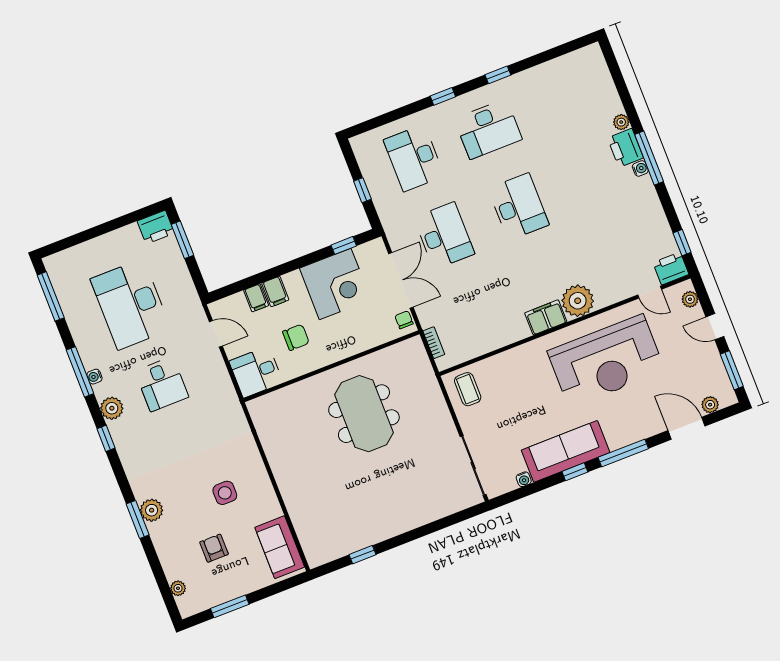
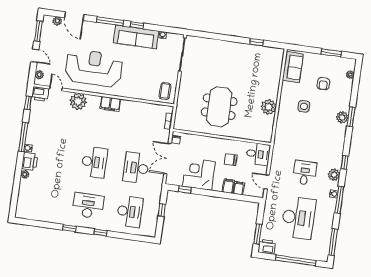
window: (649, 158) -> (23, 137), moved
desk: (518, 207) -> (94, 162), turned 180
window: (96, 232) -> (296, 260), added
plant: (578, 301) -> (78, 101), moved
plant: (282, 459) -> (269, 107), added

